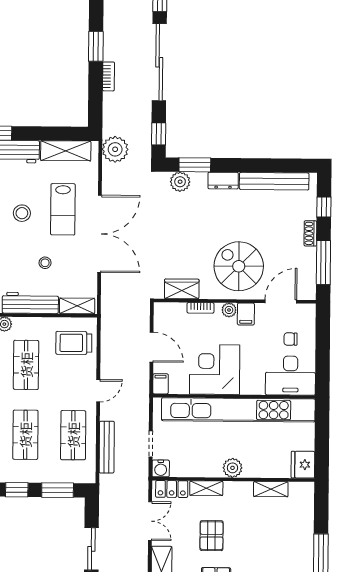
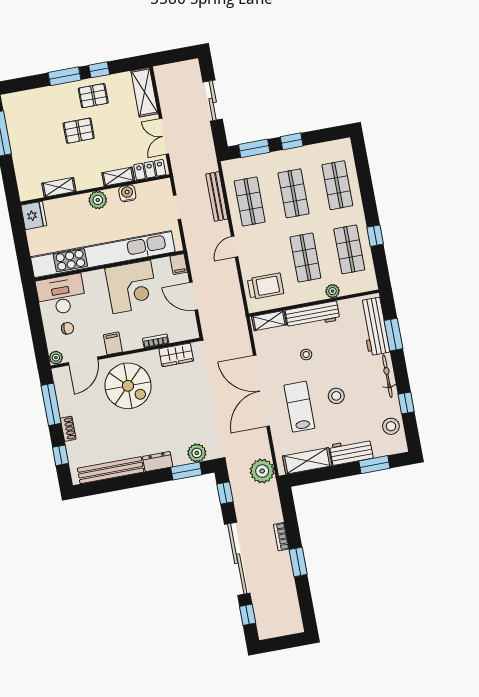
plant: (229, 310) -> (56, 358), moved
water cooler: (161, 468) -> (127, 193), moved
pallet: (212, 536) -> (79, 131), moved, turned 90

